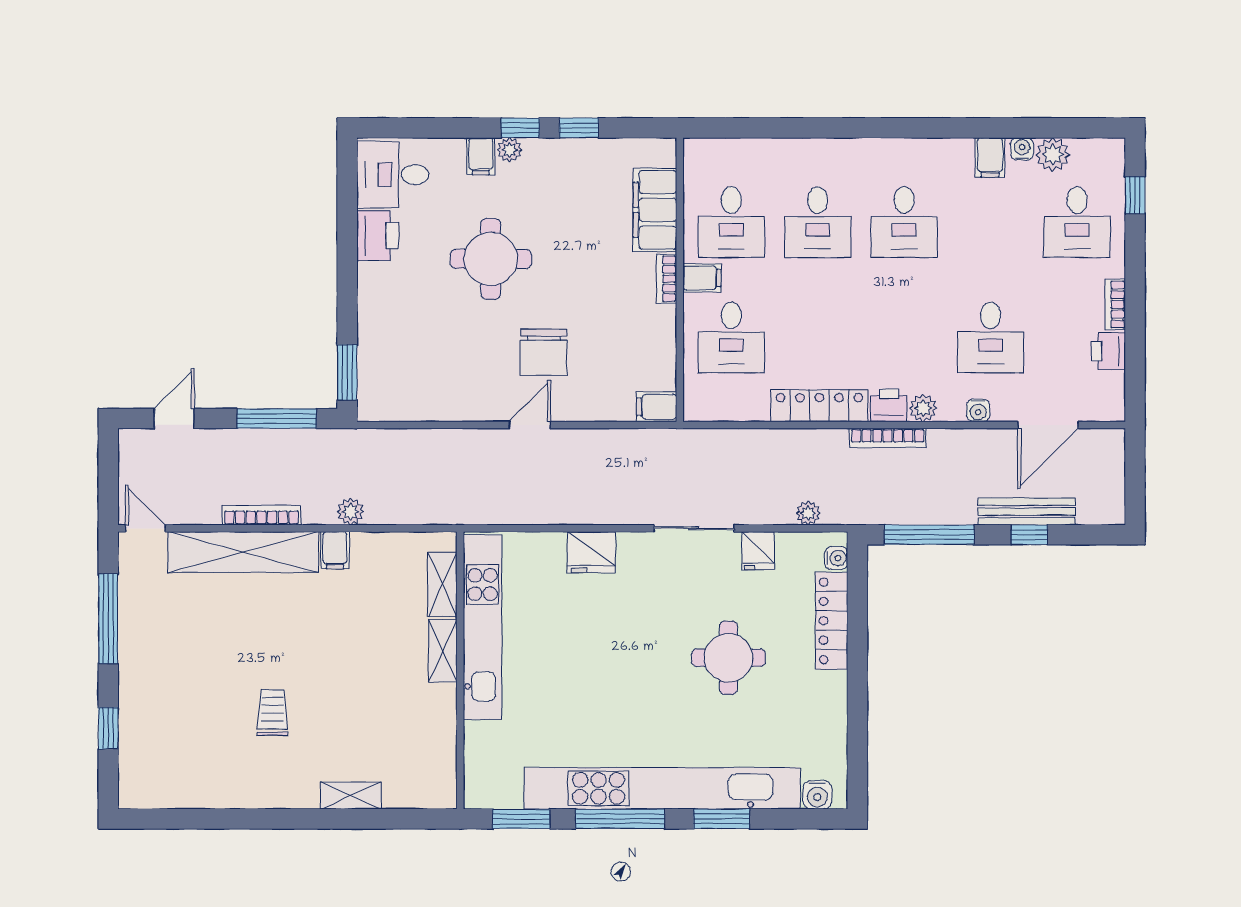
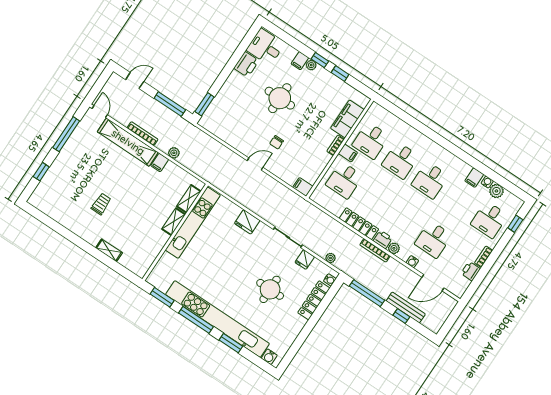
chair: (544, 352) -> (277, 142), width x0.54, depth x0.54

